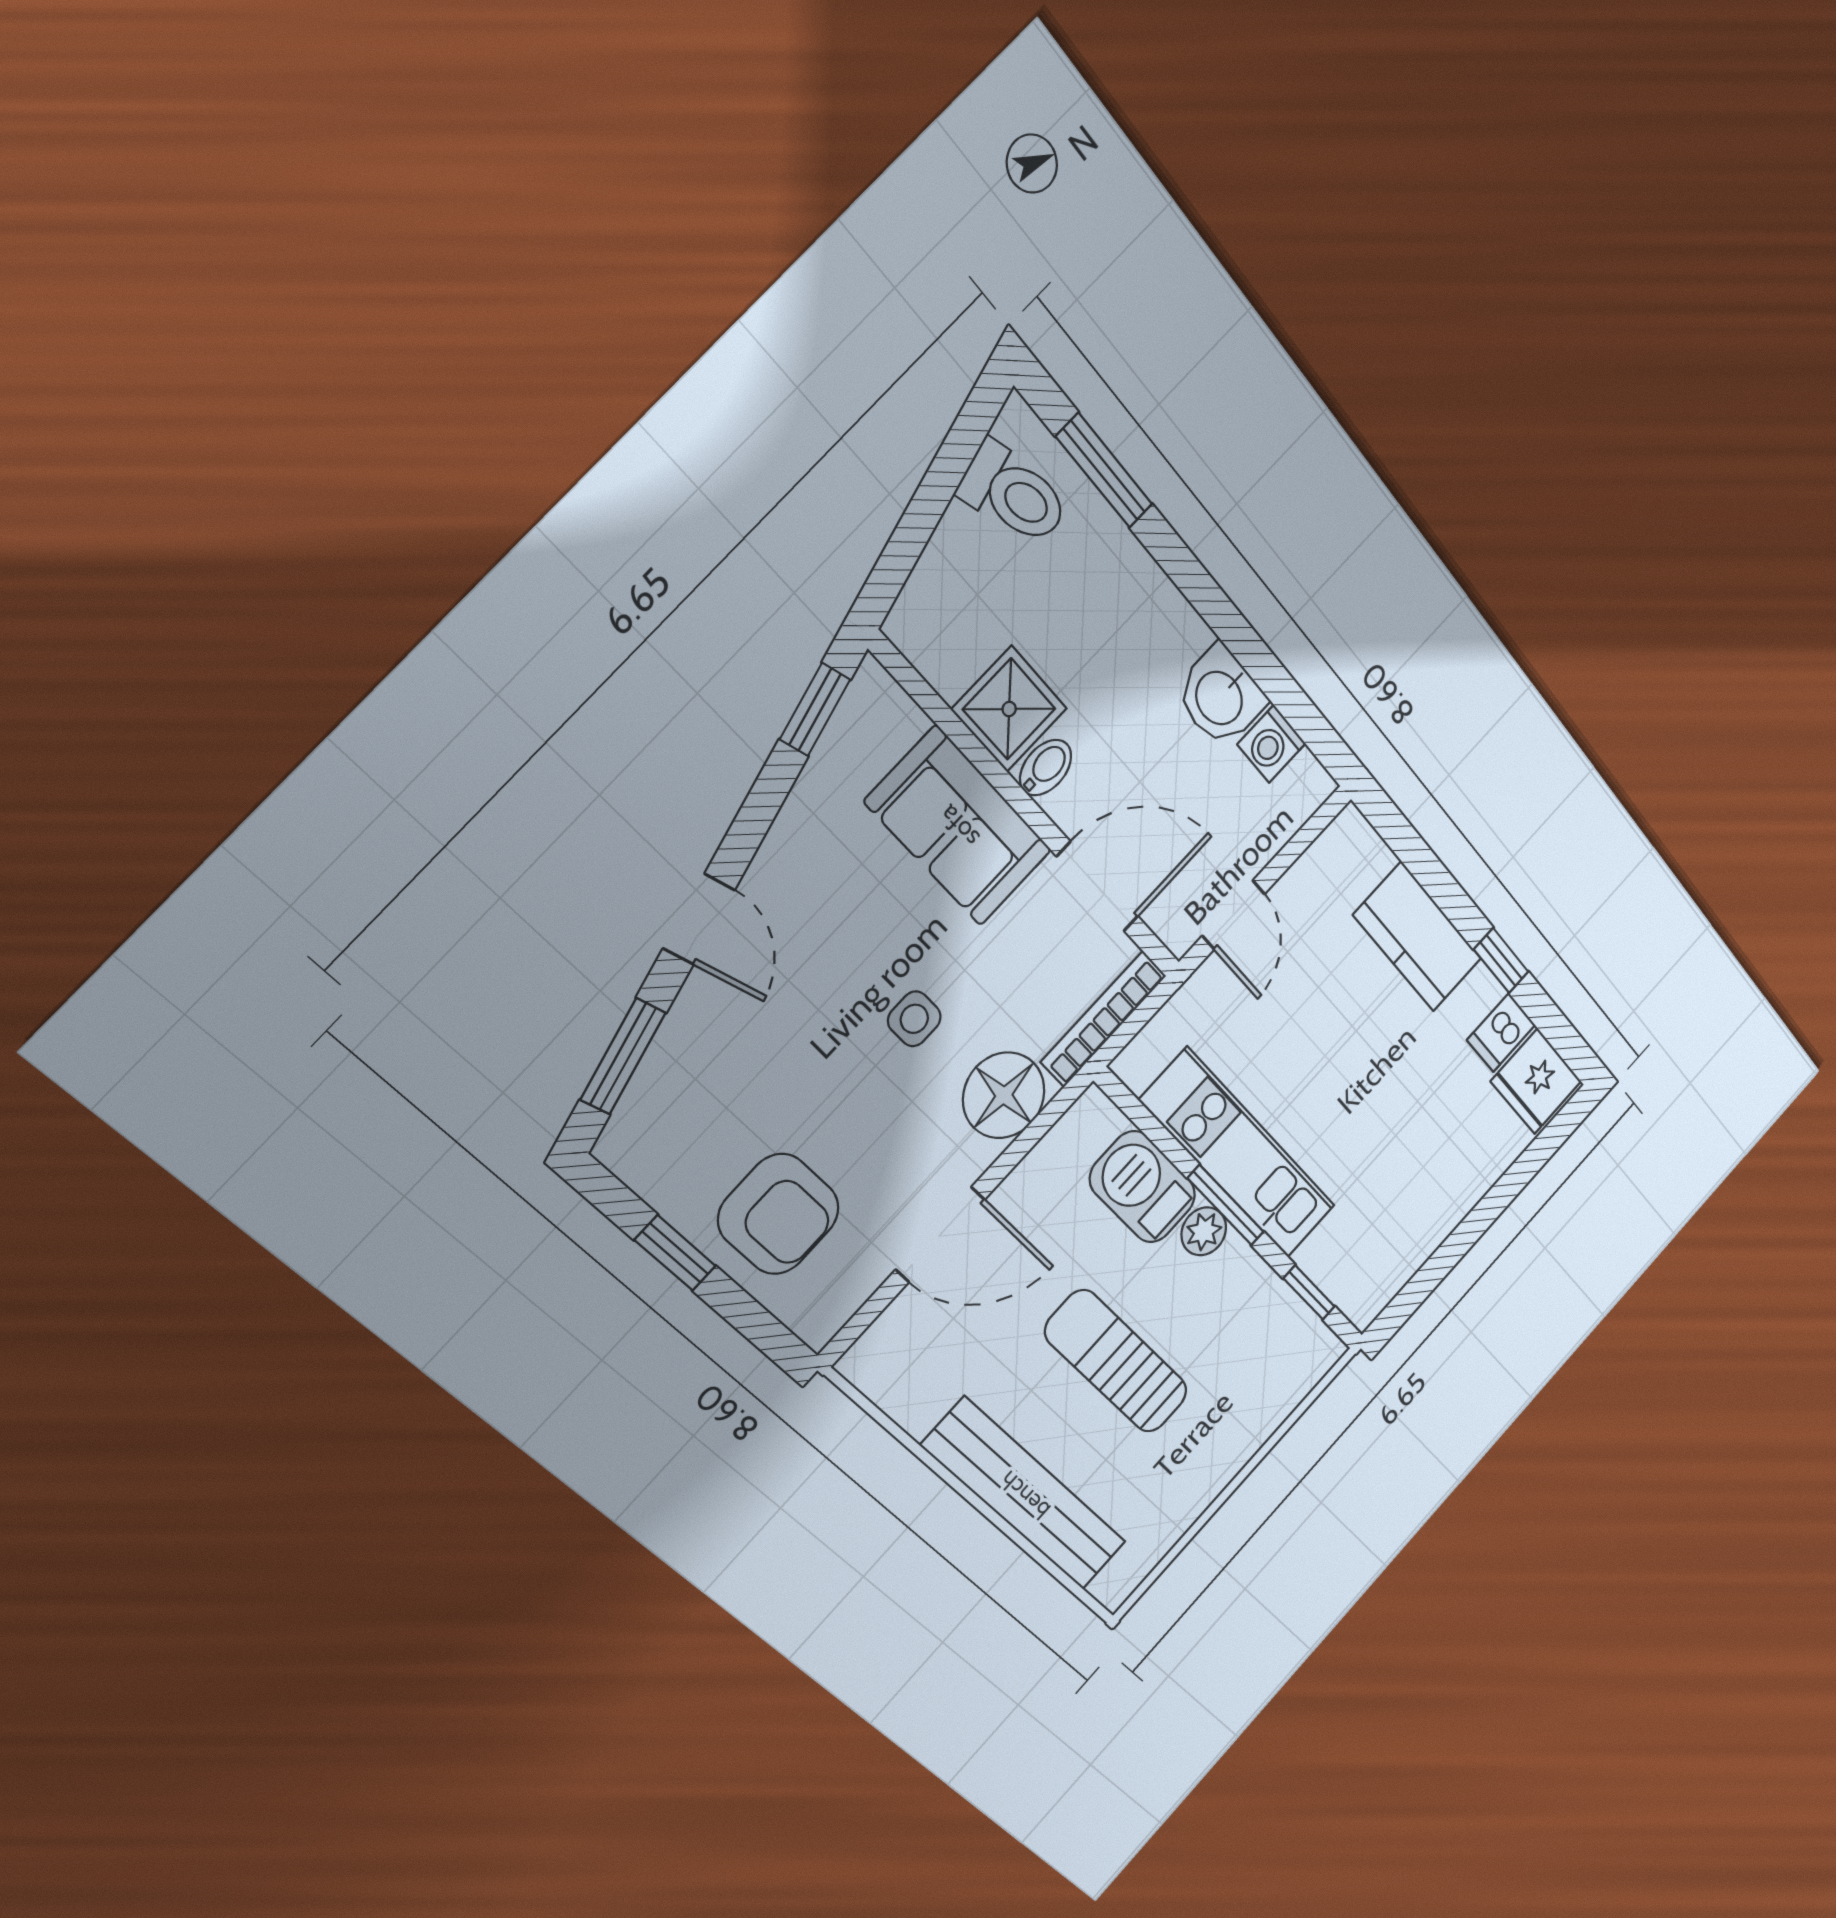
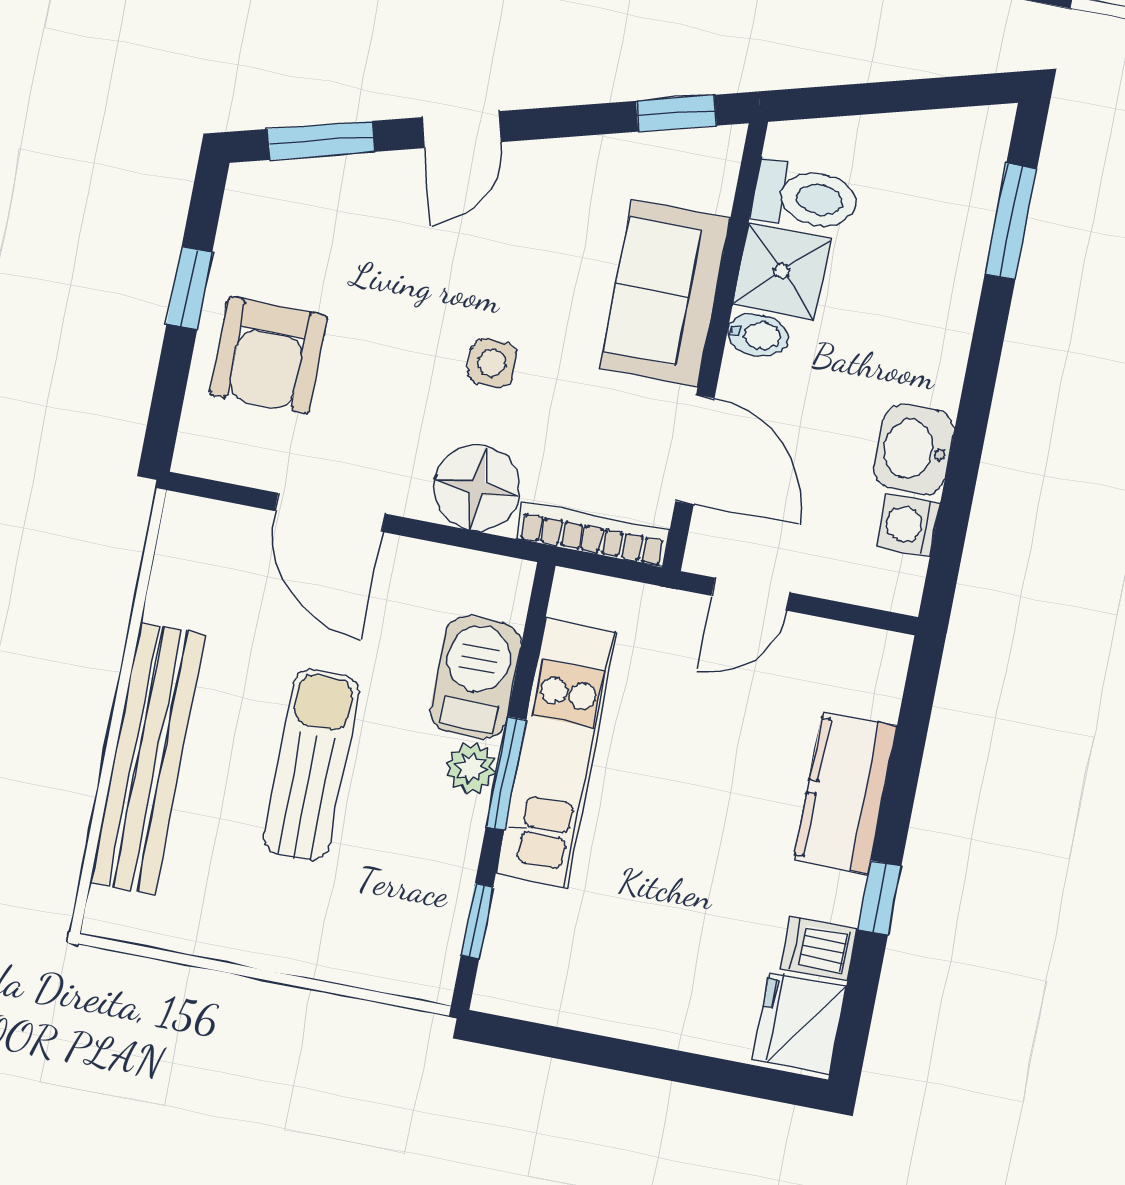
toilet: (1014, 494) -> (806, 197), moved, turned -75

